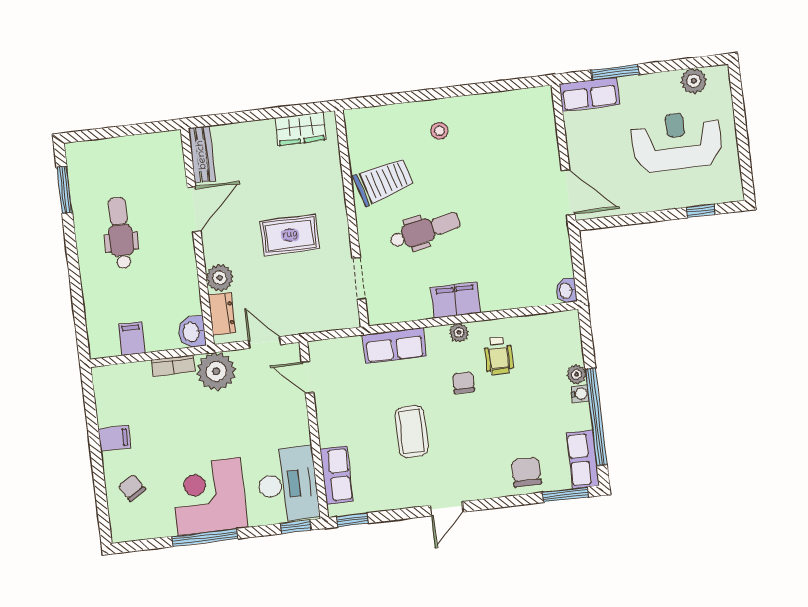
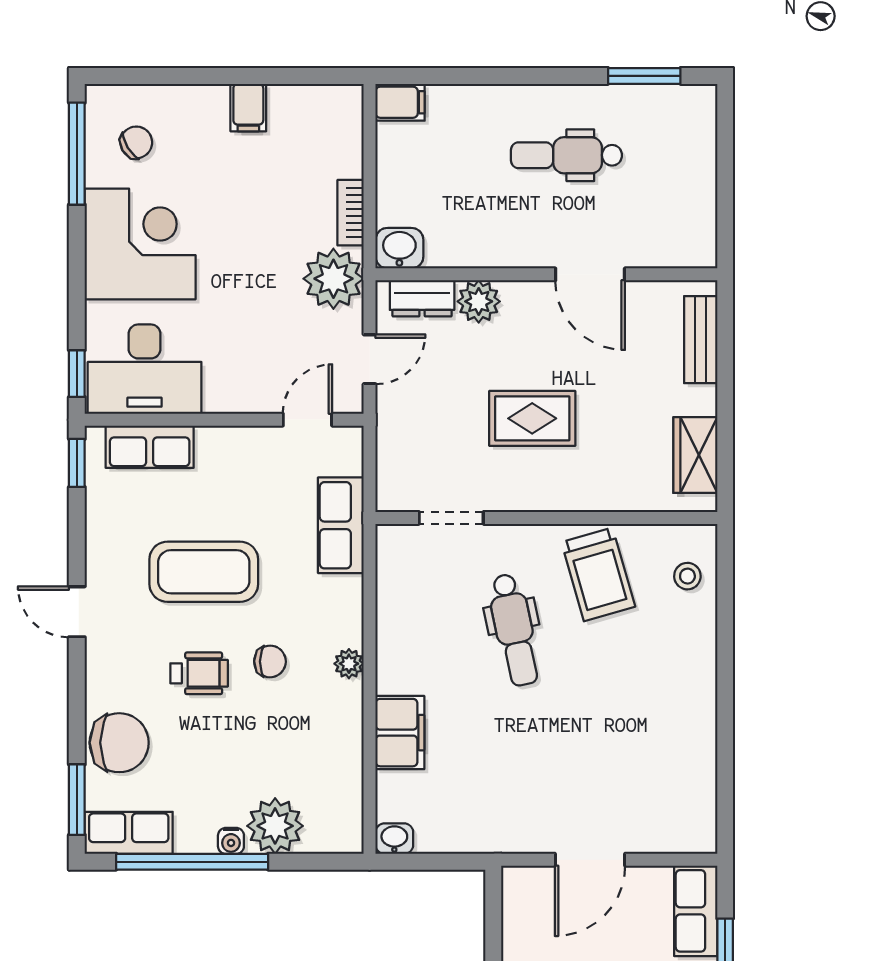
stool: (439, 131) -> (687, 576), moved
bench: (202, 155) -> (701, 340), moved, turned 90
door: (568, 192) -> (590, 860), moved
dental chair: (120, 233) -> (566, 155), turned 180
rug: (290, 235) -> (532, 418), turned 90
filing cabinet: (456, 300) -> (400, 733), moved
filing cabinet: (132, 339) -> (400, 102), moved
row of seats: (394, 345) -> (341, 525), moved
wheelchair: (499, 355) -> (199, 673), moved, turned 180
plant: (577, 374) -> (275, 826), width x1.88, depth x1.88
coffee table: (412, 431) -> (204, 572), width x1.36, depth x1.32
chair: (526, 472) -> (119, 743), width x1.37, depth x1.37
chair: (132, 488) -> (136, 142), moved
window: (205, 538) -> (77, 154), moved

